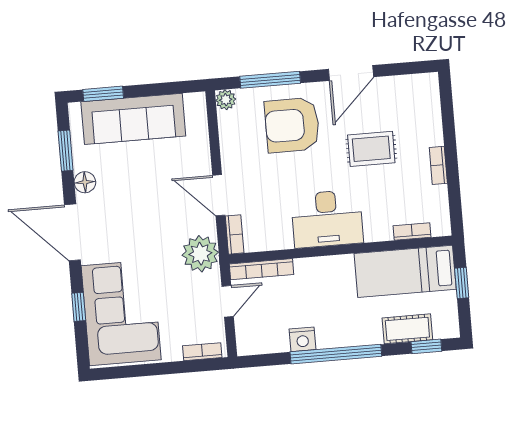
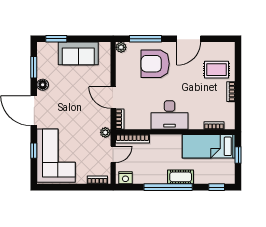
sofa: (133, 119) -> (78, 53), width x0.73
rug: (371, 149) -> (217, 70), moved
plant: (200, 254) -> (105, 132), width x0.53, depth x0.53
cot: (407, 329) -> (181, 177), moved
nightstand: (303, 339) -> (125, 178), moved

